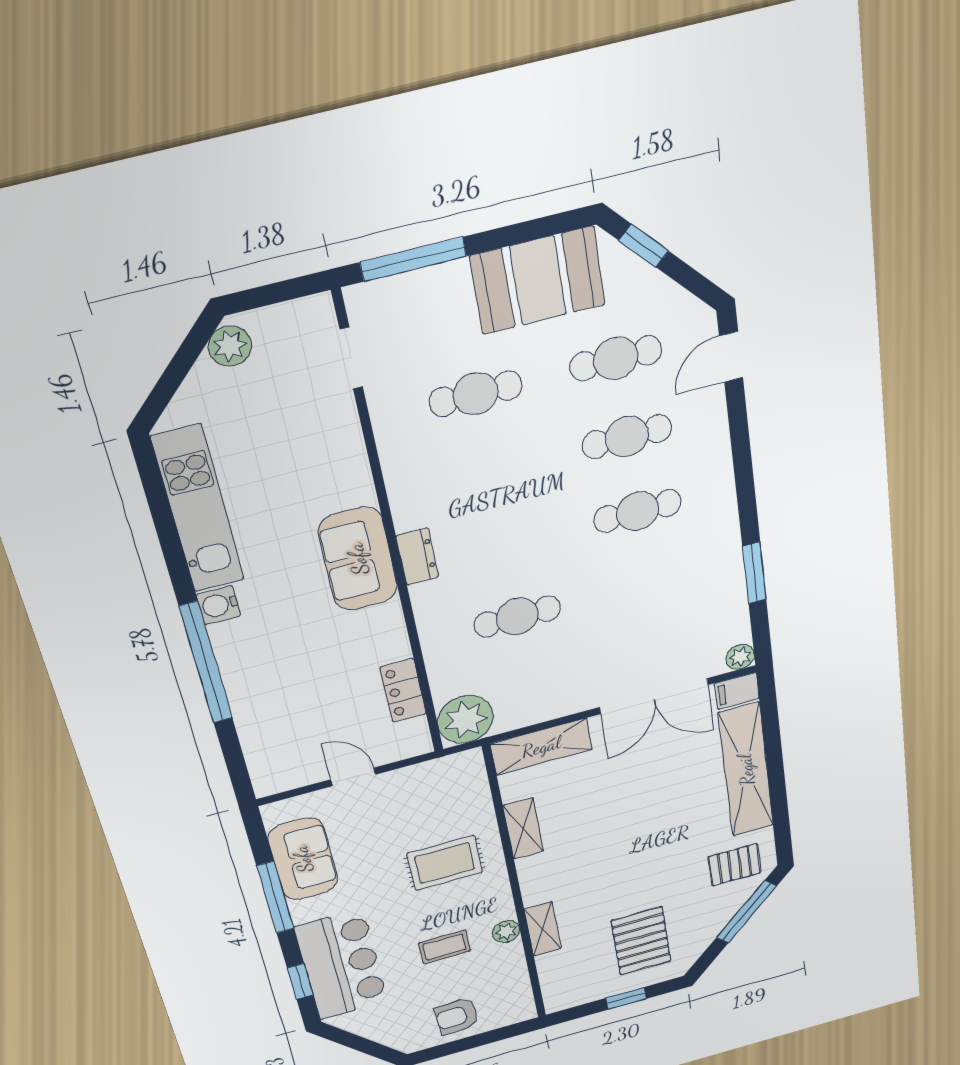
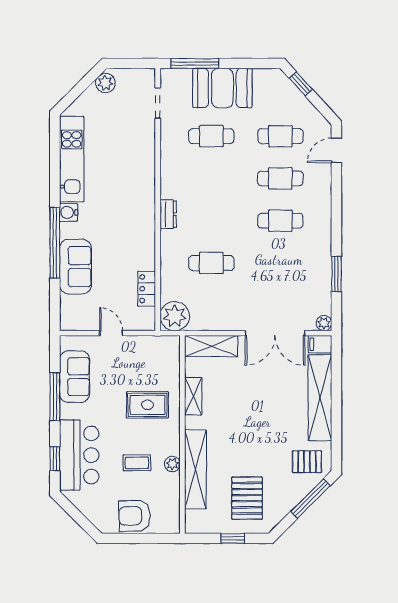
booth: (538, 280) -> (222, 88), moved
sofa: (358, 559) -> (75, 267), moved, turned 180
shelving: (543, 929) -> (195, 469), width x2.20, depth x1.33
armchair: (457, 1016) -> (134, 516), width x1.38, depth x1.38

